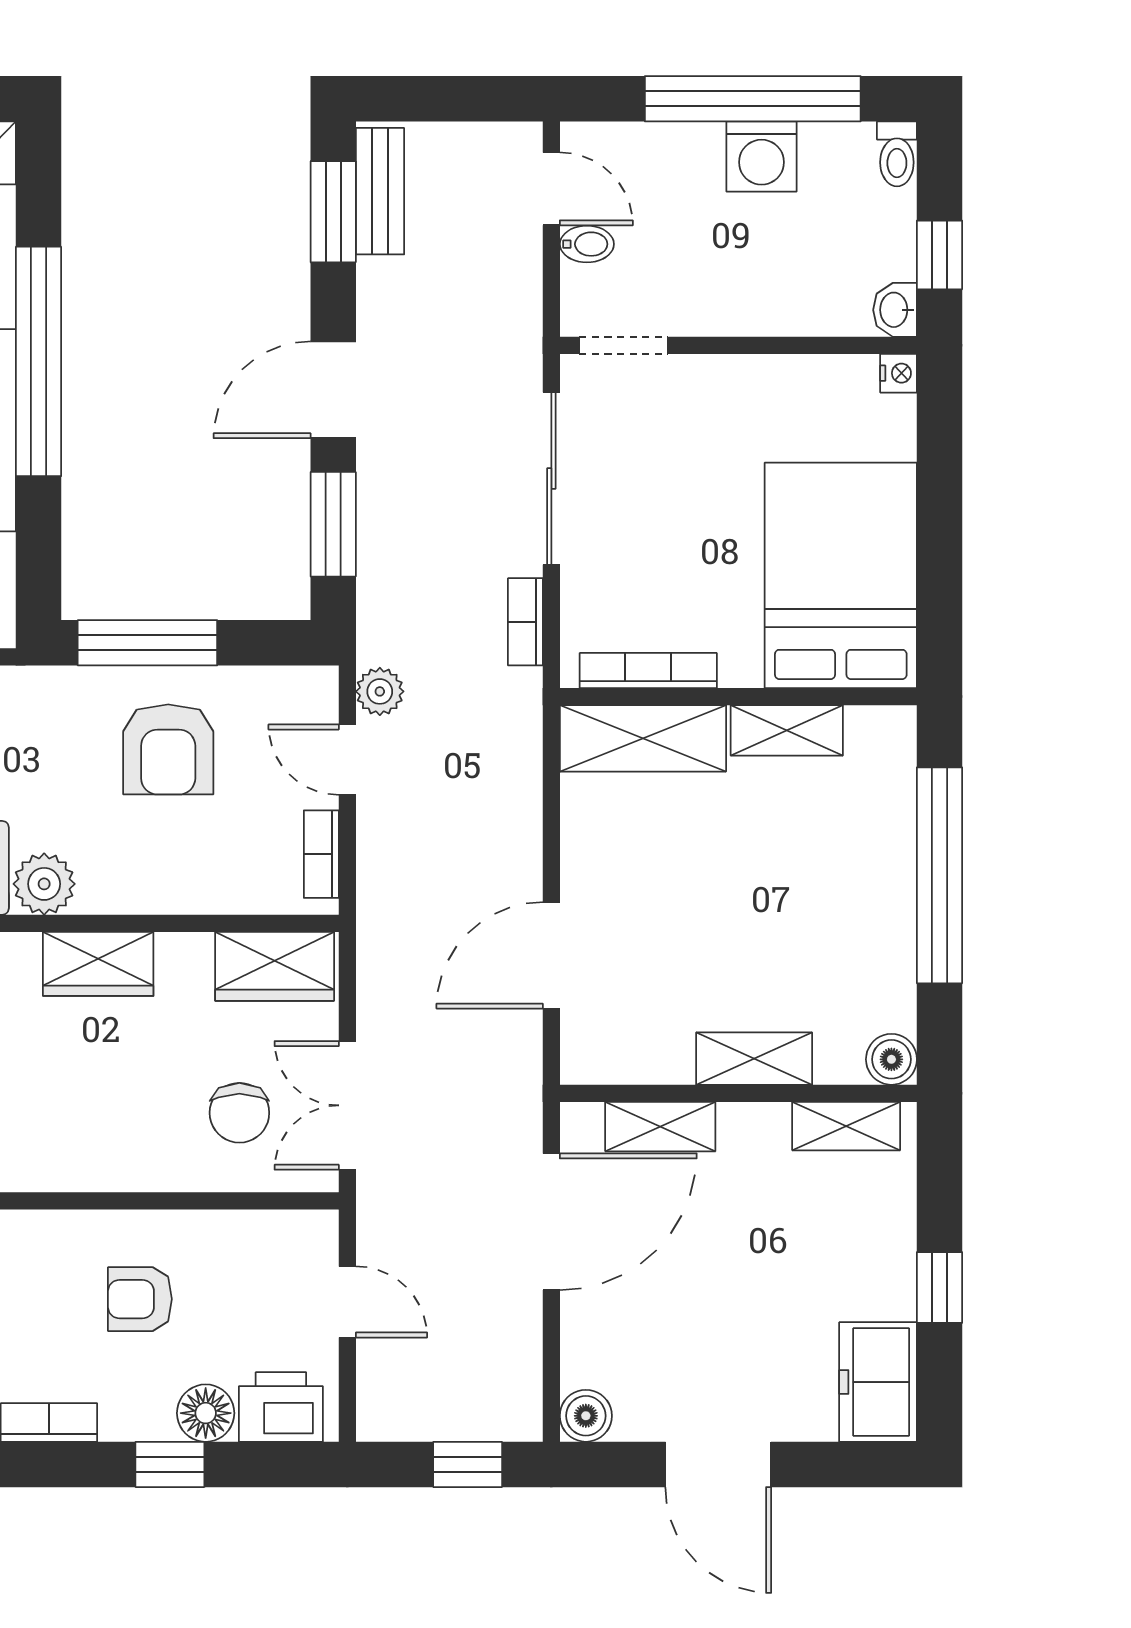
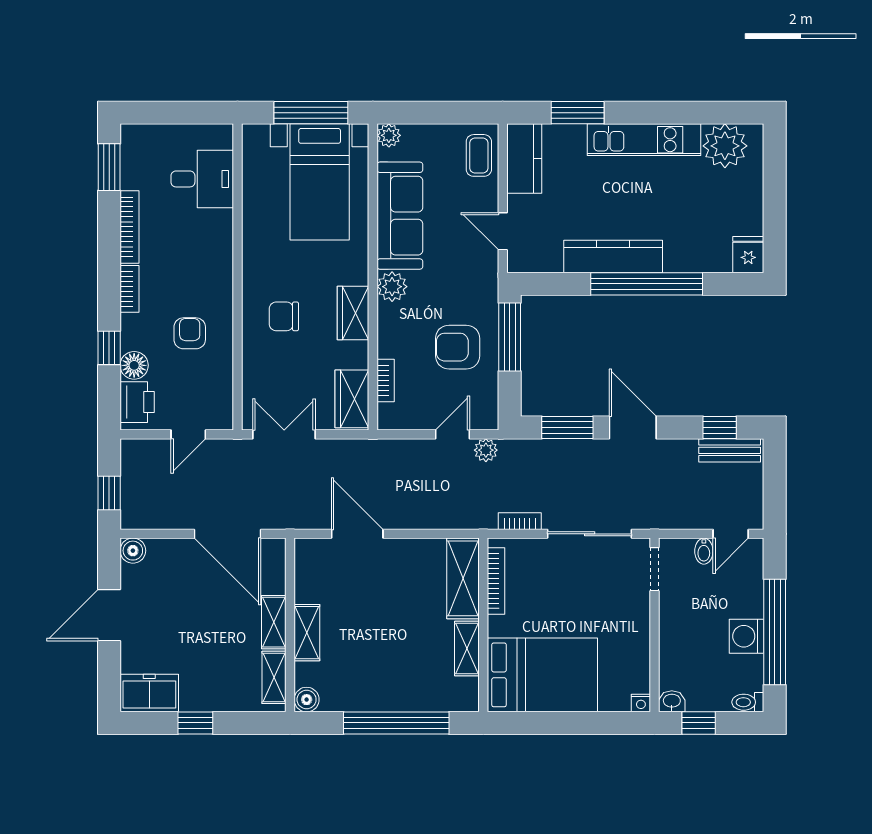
window: (333, 212) -> (720, 427), width x0.67
bookcase: (321, 854) -> (386, 381), moved, turned 90
chair: (239, 1113) -> (284, 316), moved
shelving: (660, 1127) -> (274, 622), moved

